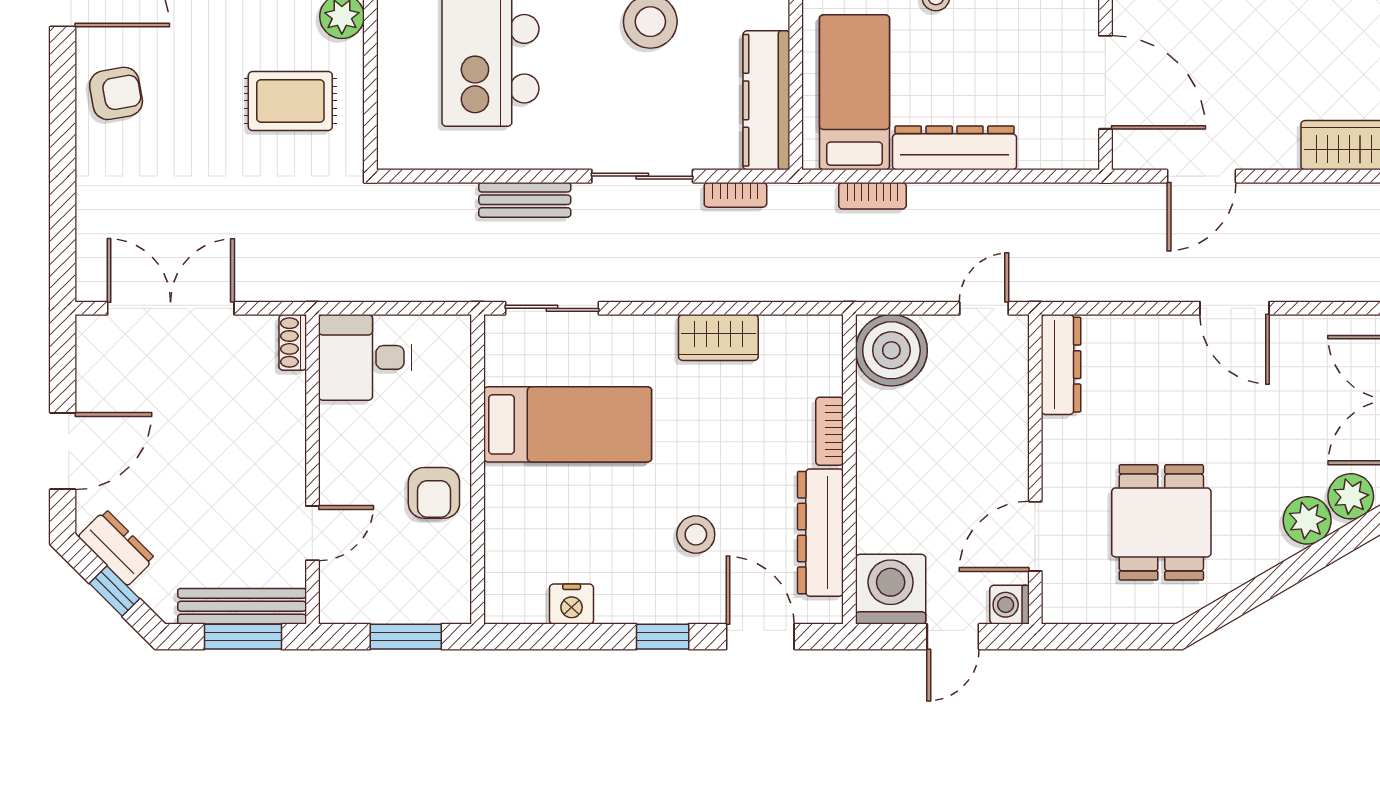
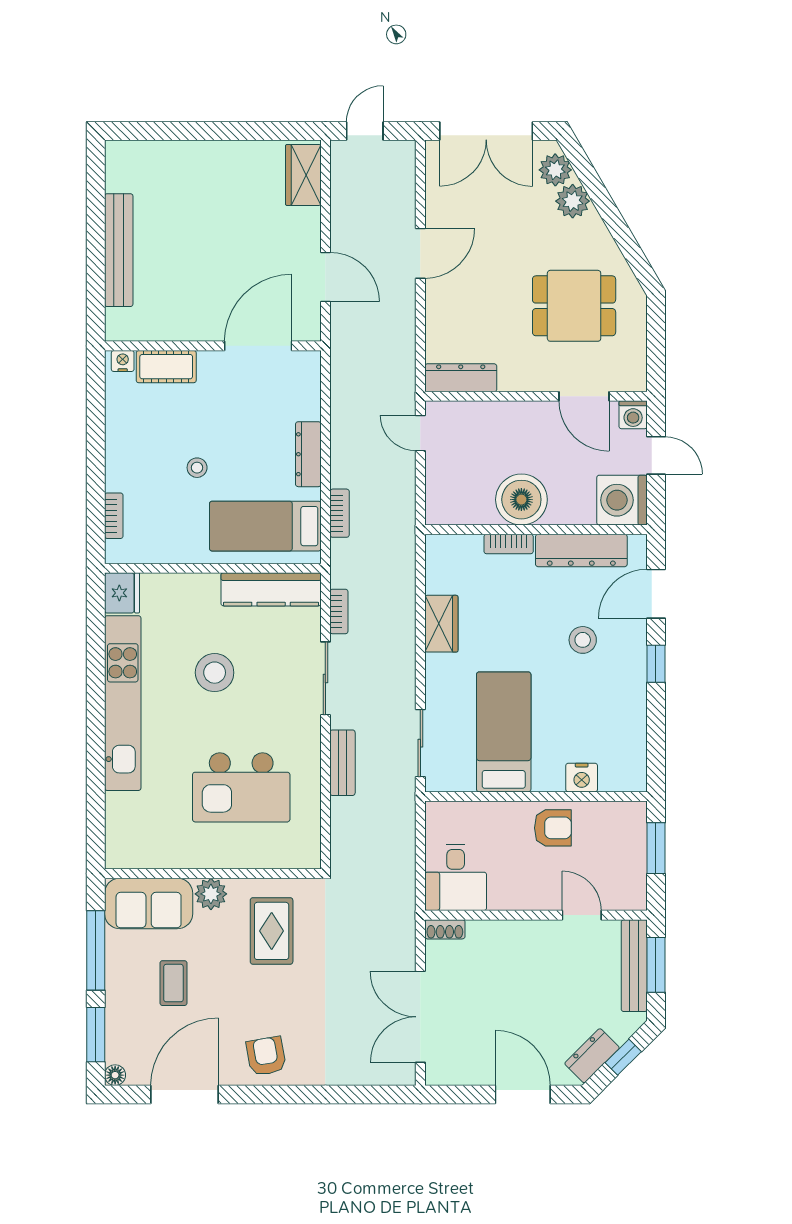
dresser: (955, 148) -> (308, 454), width x0.73, depth x0.80
boiler: (891, 350) -> (521, 500), moved
nightstand: (572, 604) -> (582, 778), moved, turned 90

